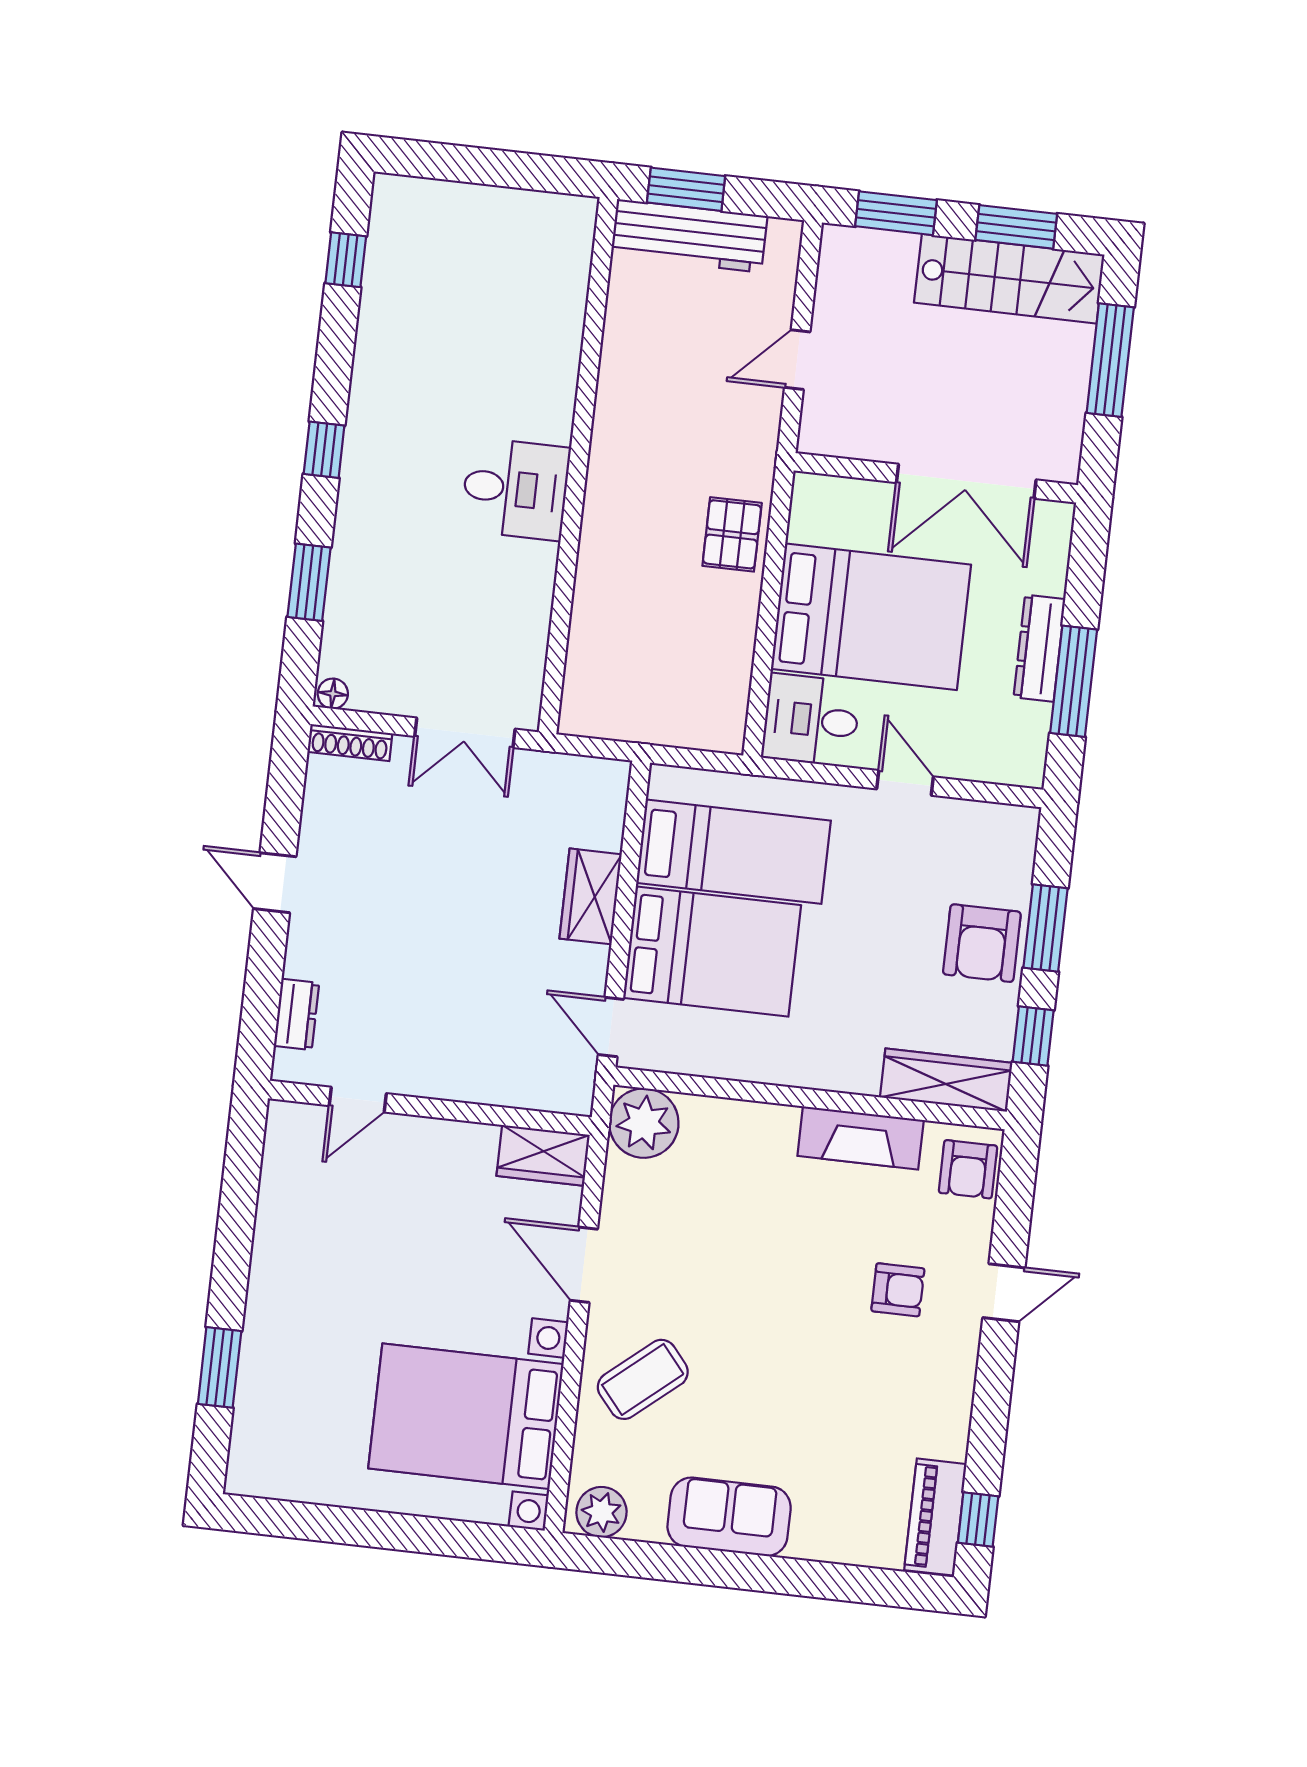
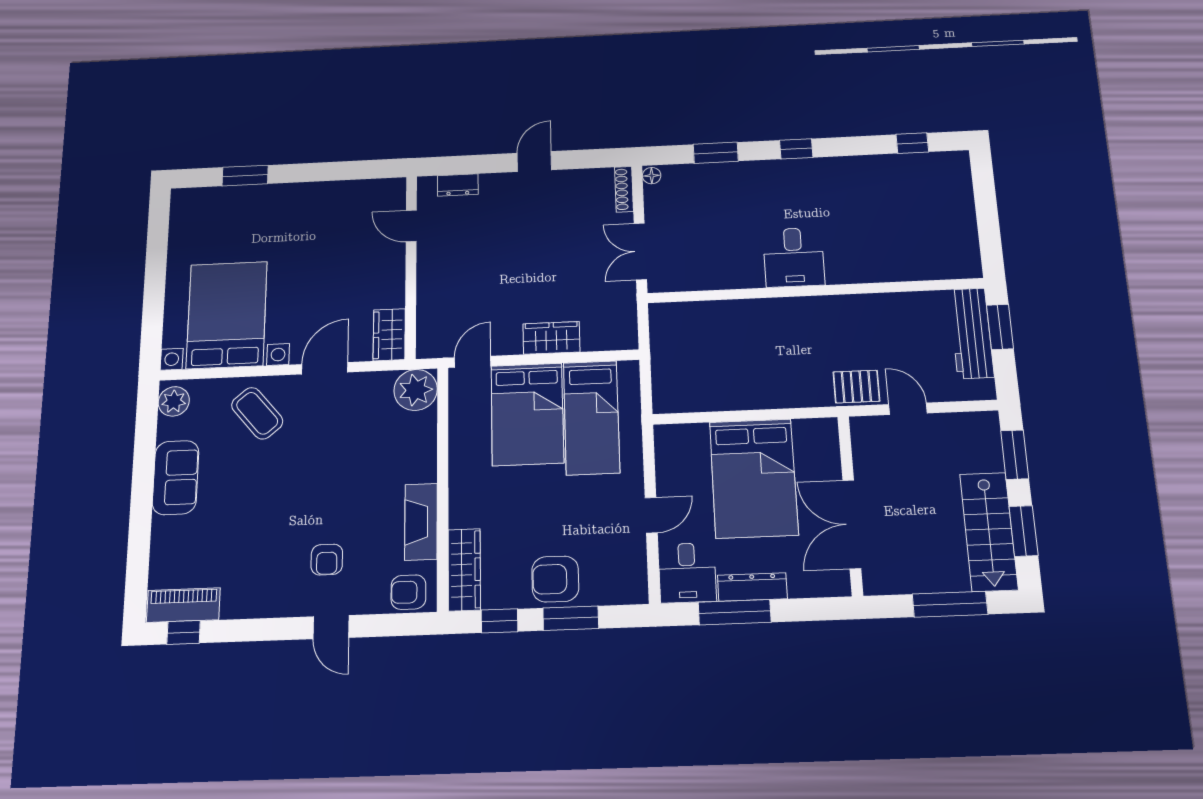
pallet: (732, 534) -> (856, 387), moved
desk: (811, 720) -> (687, 573), moved, turned 180

